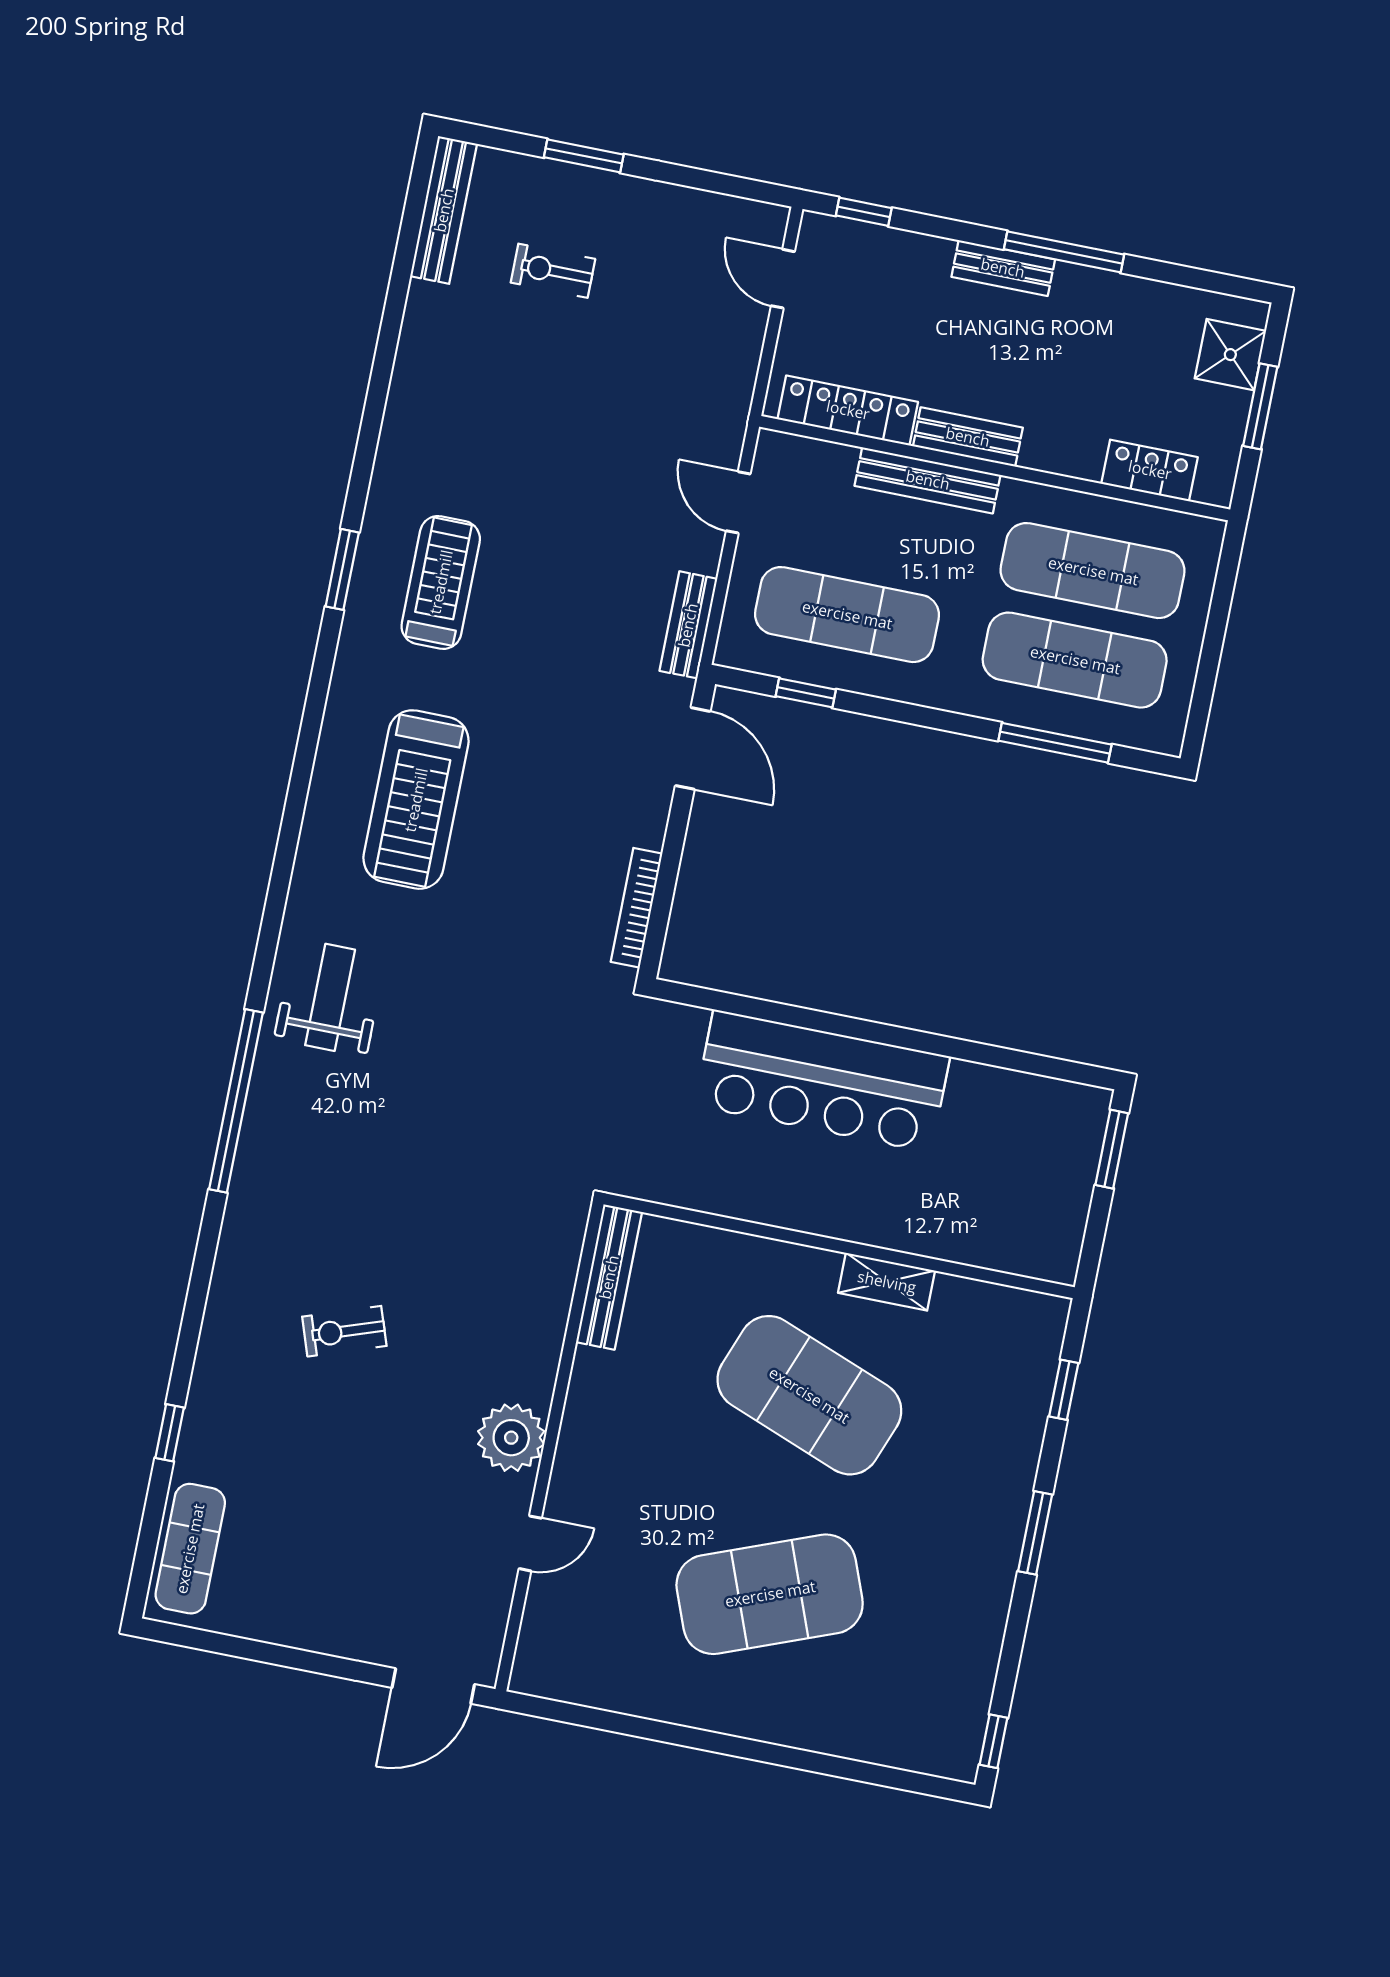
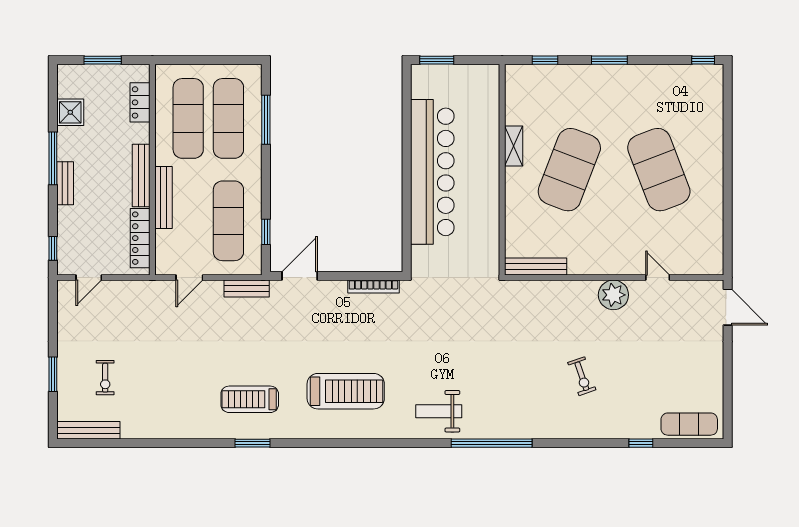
shower: (1230, 355) -> (70, 112), moved
bench: (968, 437) -> (141, 176), width x1.36
bar counter: (822, 1081) -> (432, 172), width x1.36

